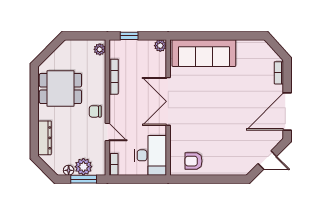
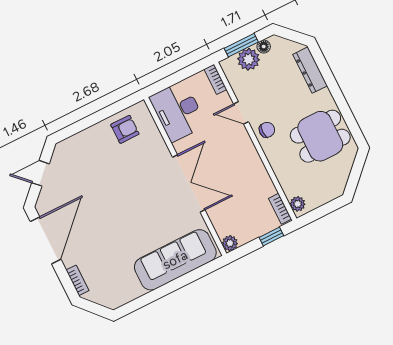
bookcase: (114, 77) -> (280, 209), moved, width x0.64

